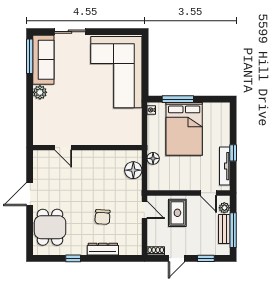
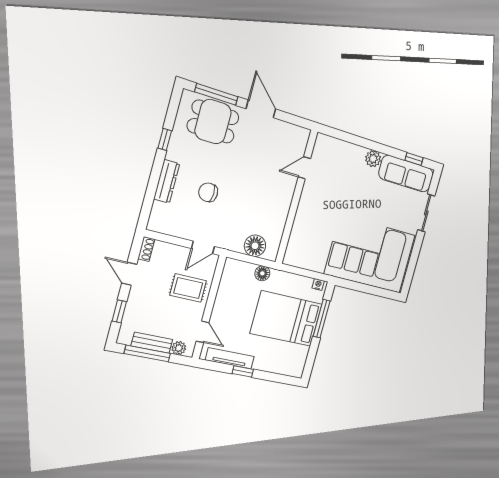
window: (30, 56) -> (414, 159), width x0.46
door: (208, 193) -> (203, 332), swing flipped
window: (30, 230) -> (216, 94), added

